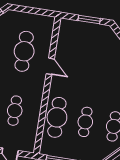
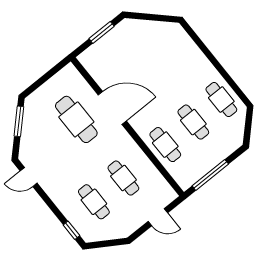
door: (50, 66) -> (112, 108), width x1.88
cafe table: (57, 117) -> (165, 145), width x0.73, depth x0.74

